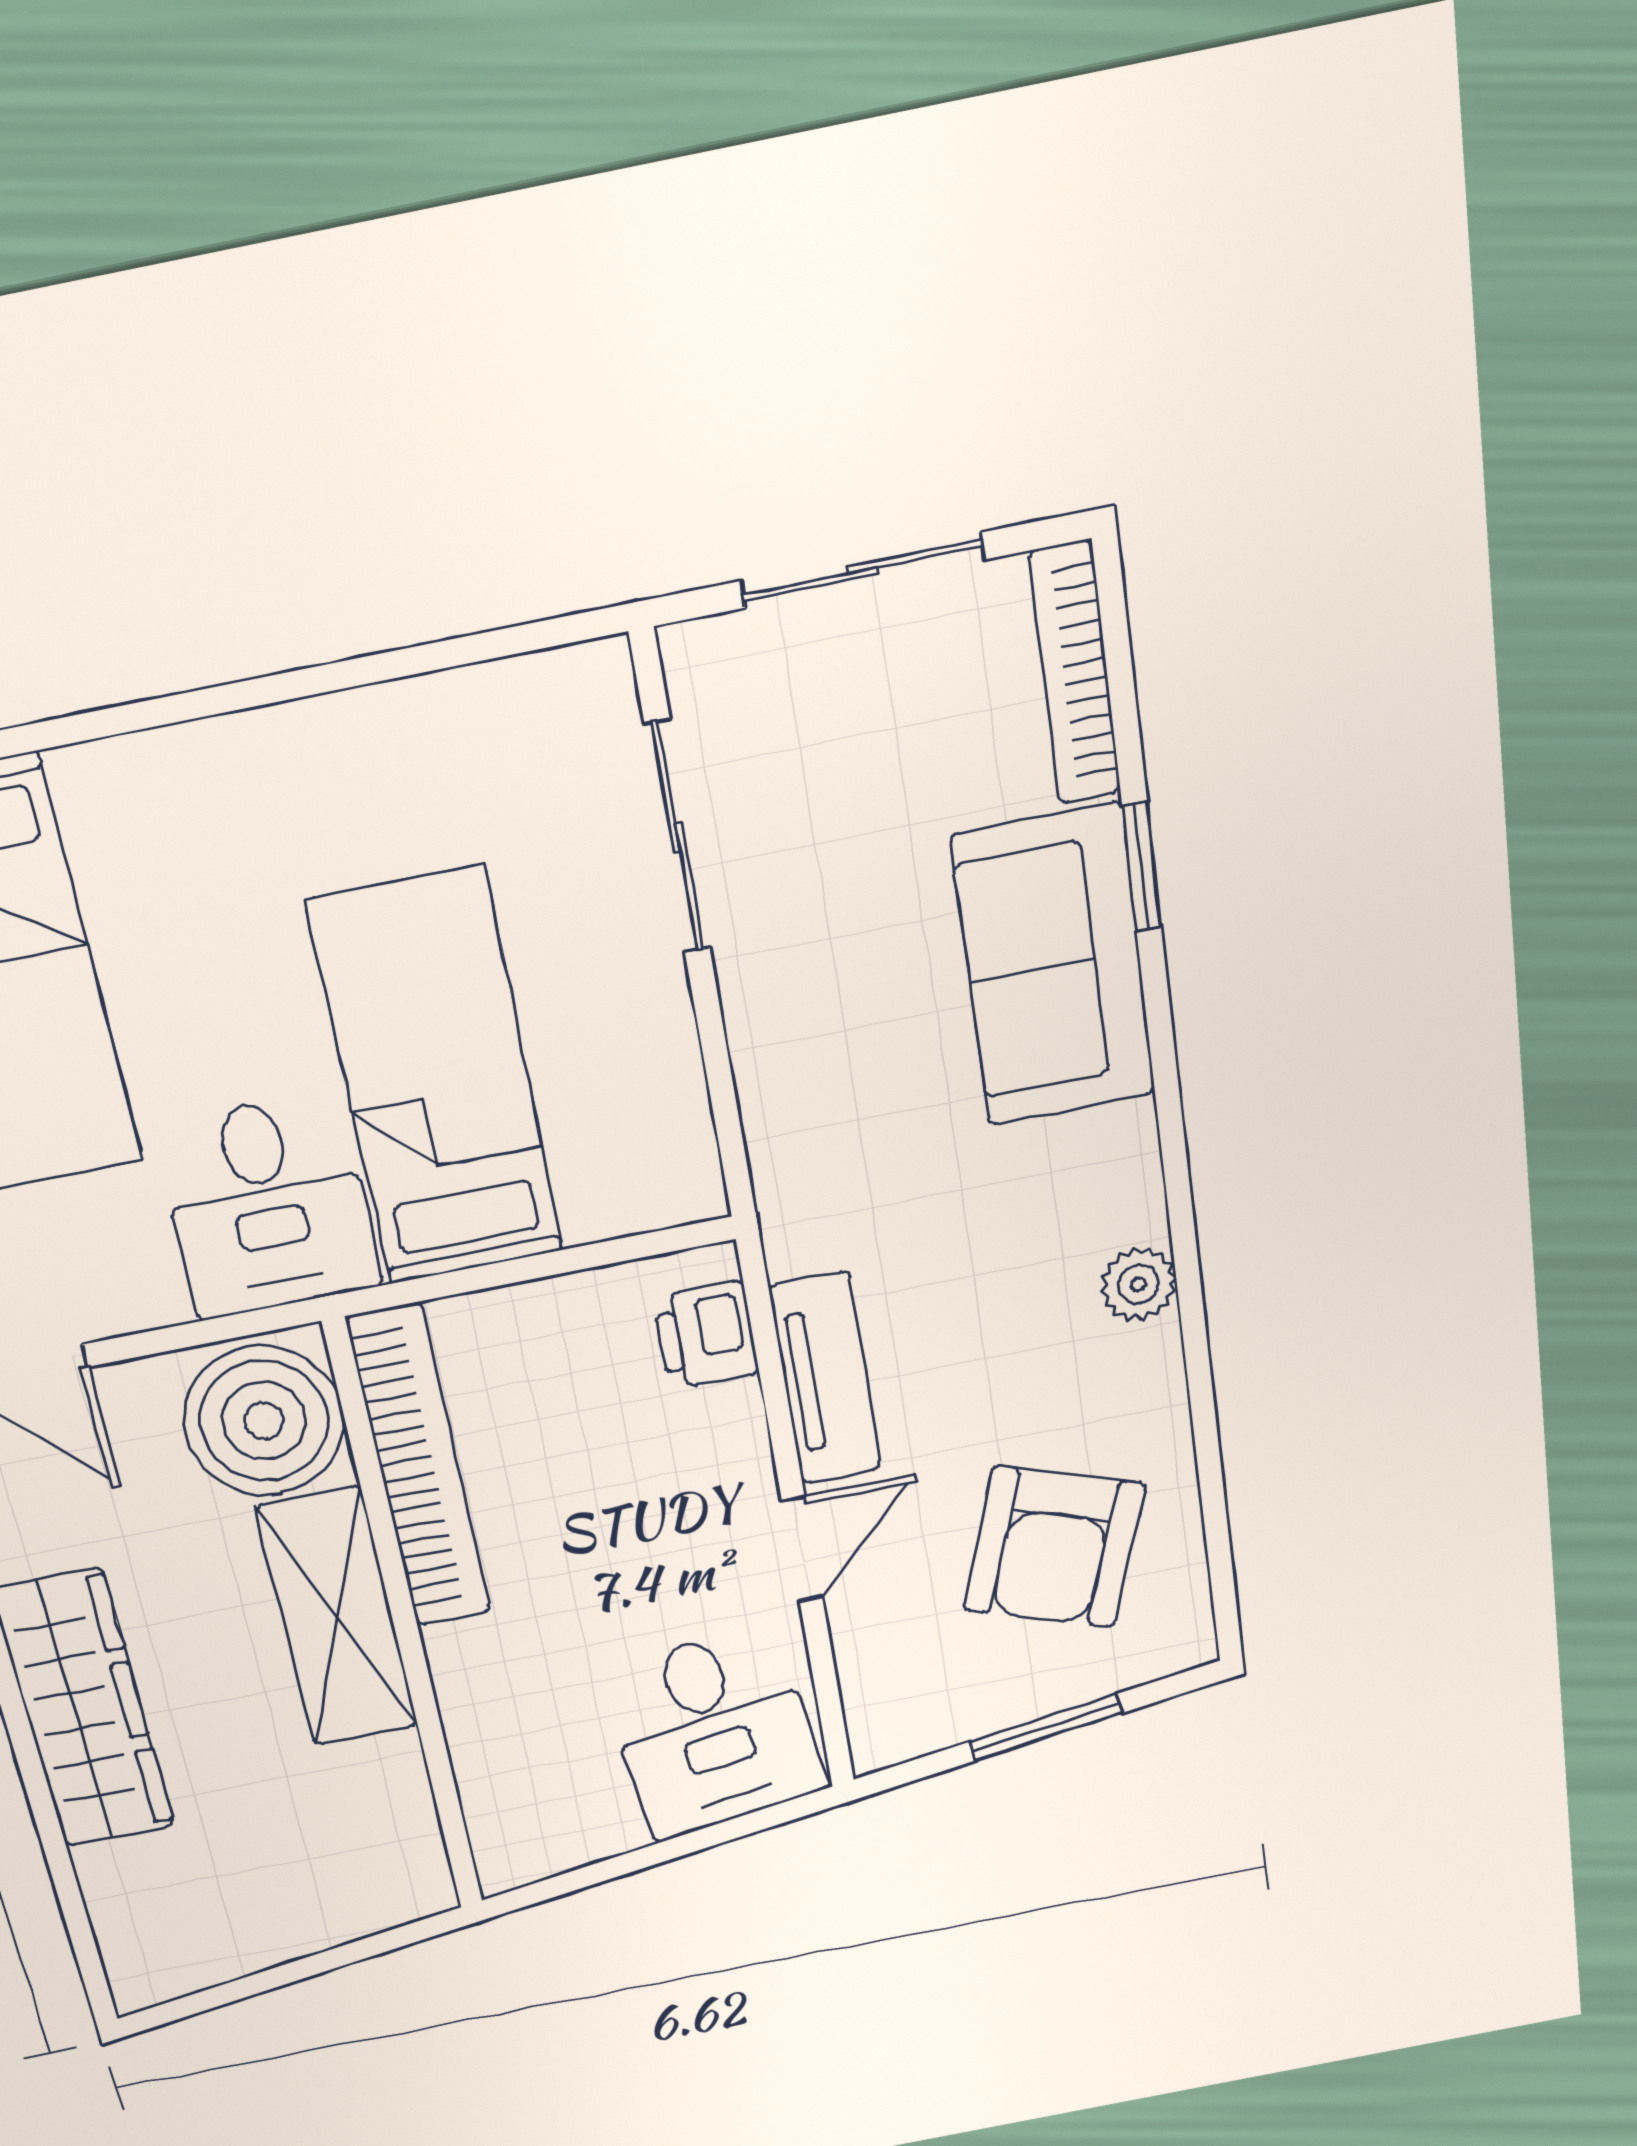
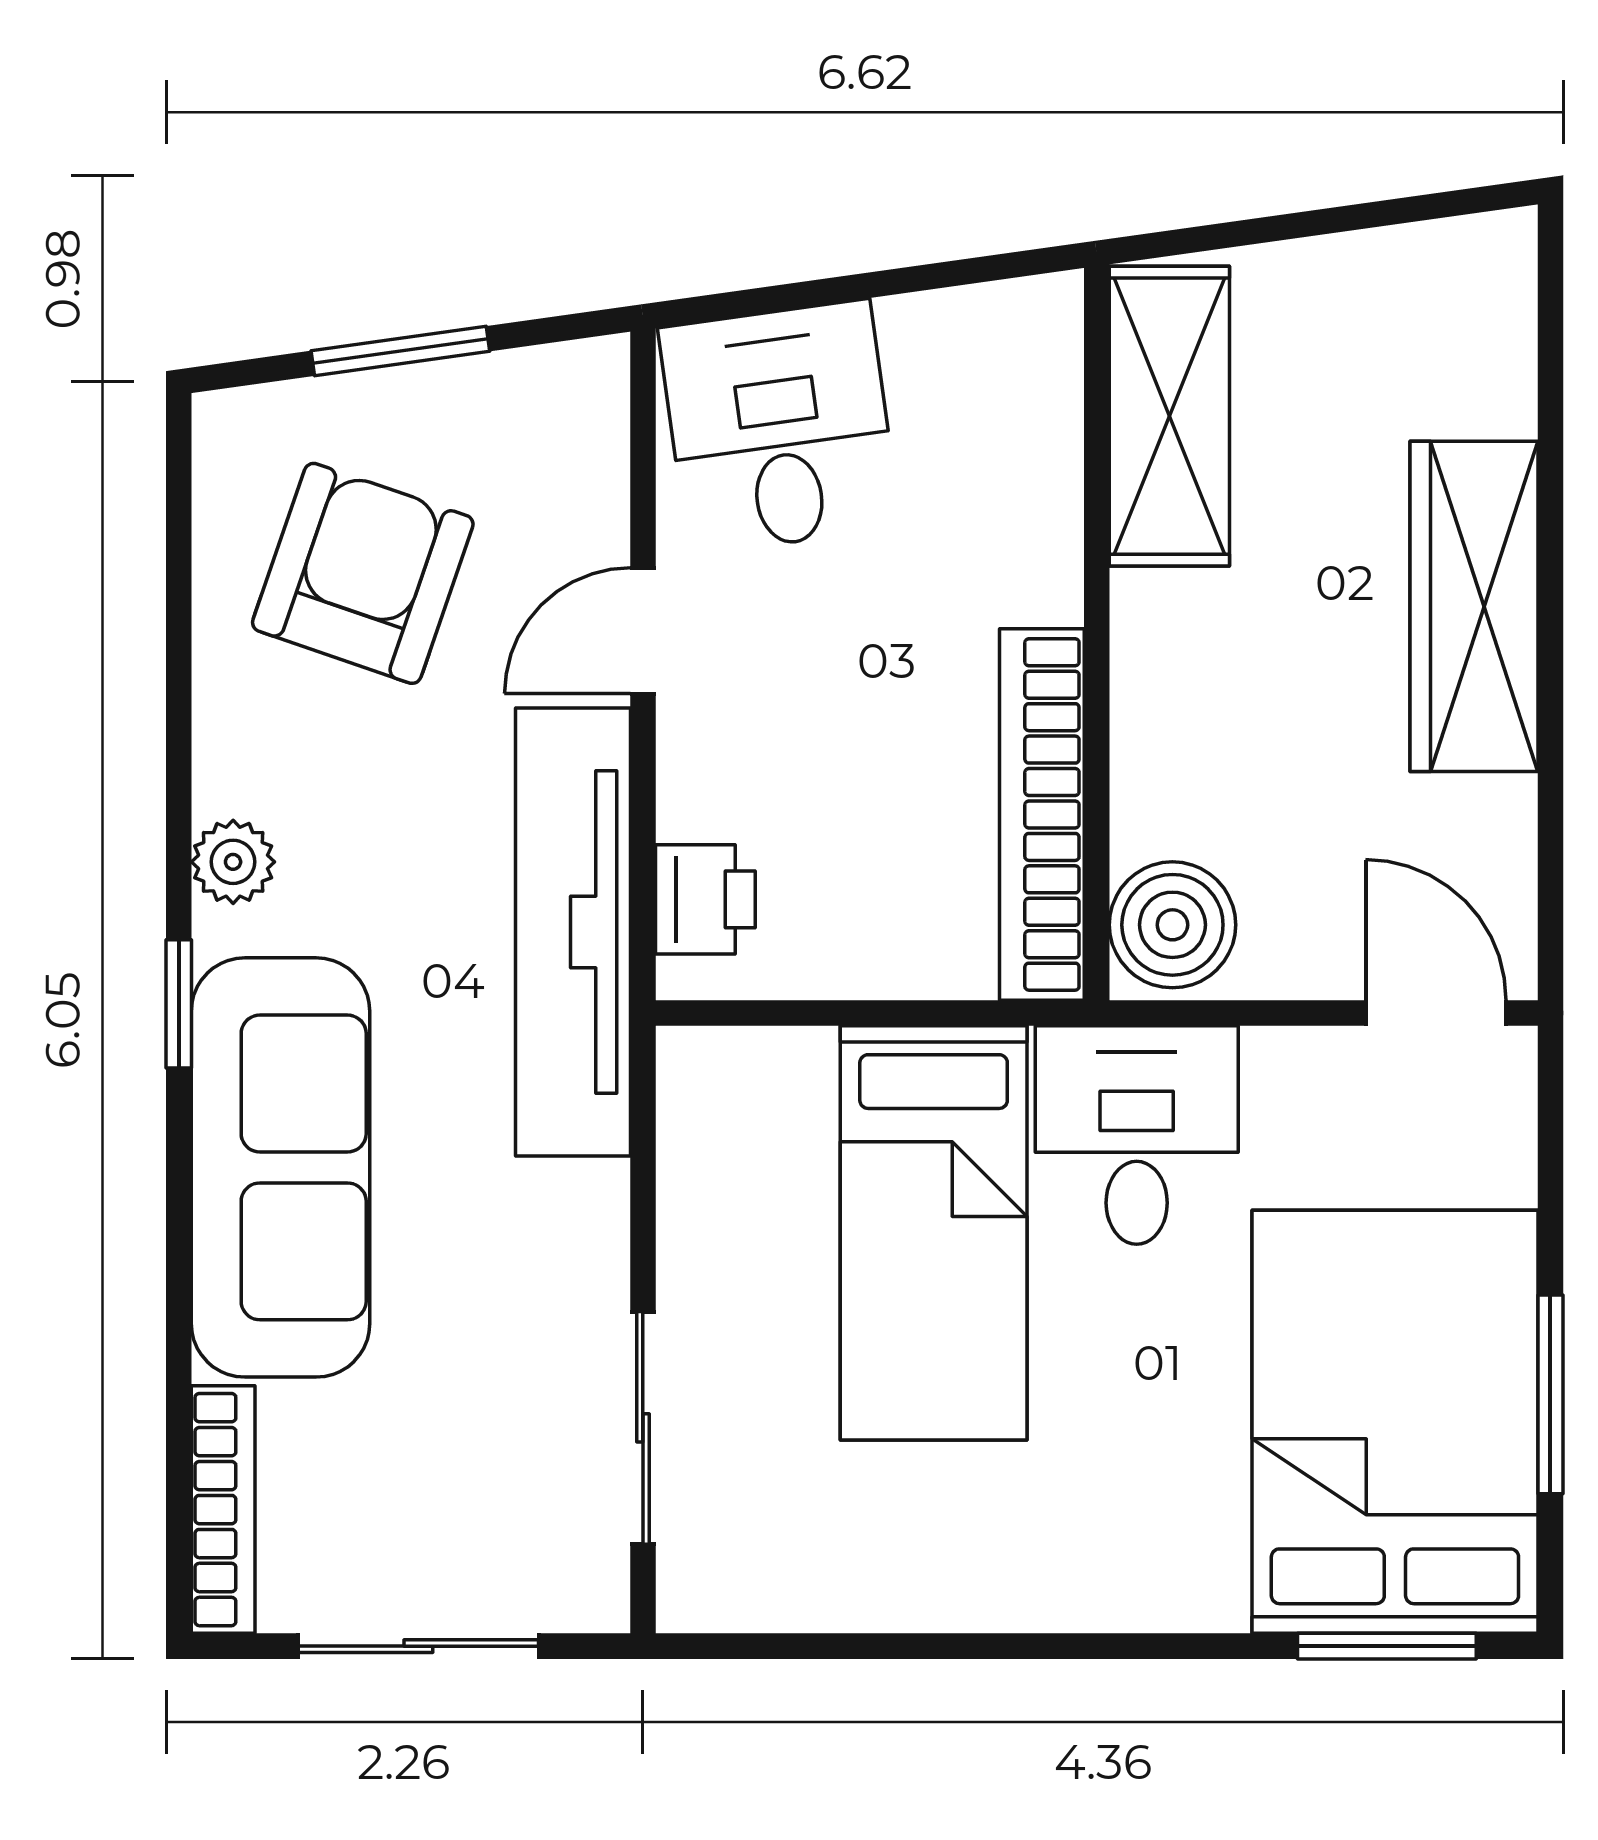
window: (1142, 866) -> (179, 1004), moved
sofa: (1054, 966) -> (280, 1167), width x1.36
tv unit: (825, 1378) -> (573, 932), width x1.92, depth x1.29
boiler: (264, 1421) -> (1172, 925), width x0.73, depth x0.73
shelving: (337, 1617) -> (1169, 416), moved

